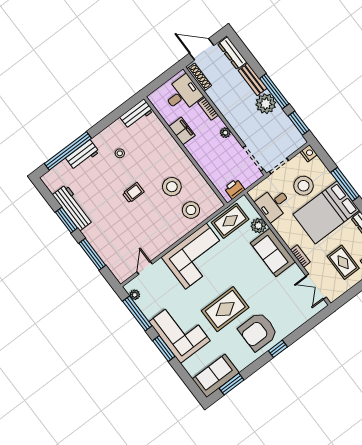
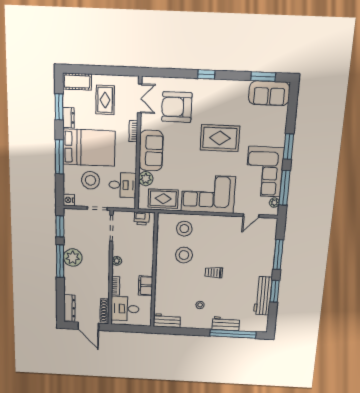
bench: (253, 79) -> (69, 281), removed
corner sofa: (179, 331) -> (264, 172), moved
armchair: (258, 331) -> (177, 107), moved, turned 180

